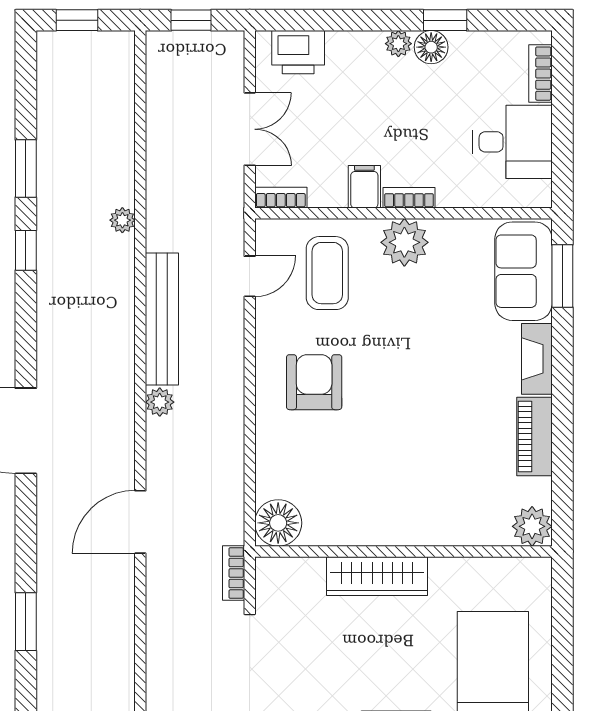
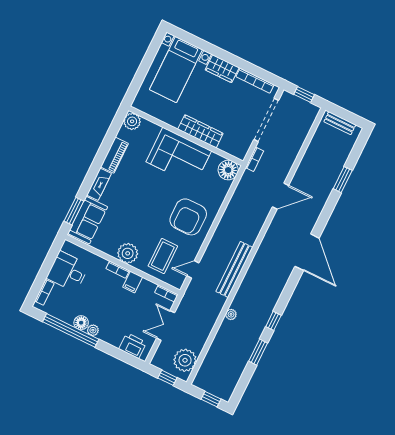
window: (445, 20) -> (71, 330), width x3.17
armchair: (314, 382) -> (188, 217), width x1.36, depth x1.36
plant: (160, 402) -> (185, 360), moved, width x1.88, depth x1.88
corner sofa: (397, 501) -> (179, 156), added

